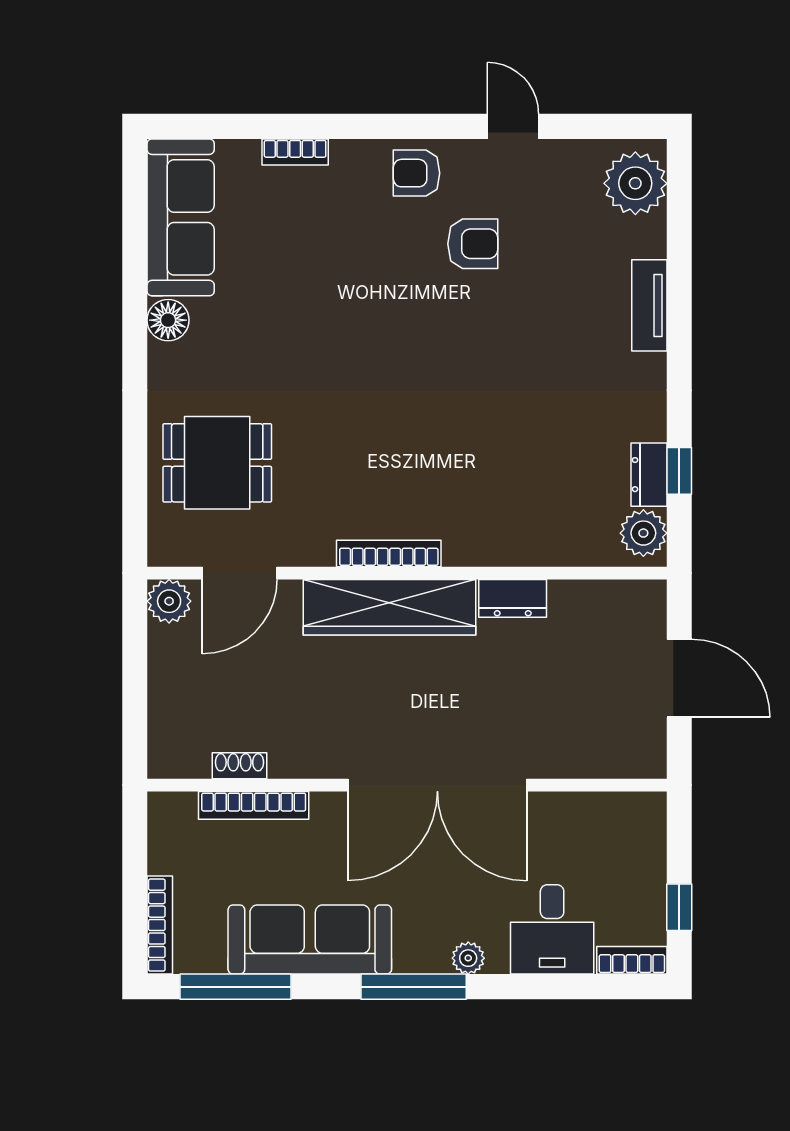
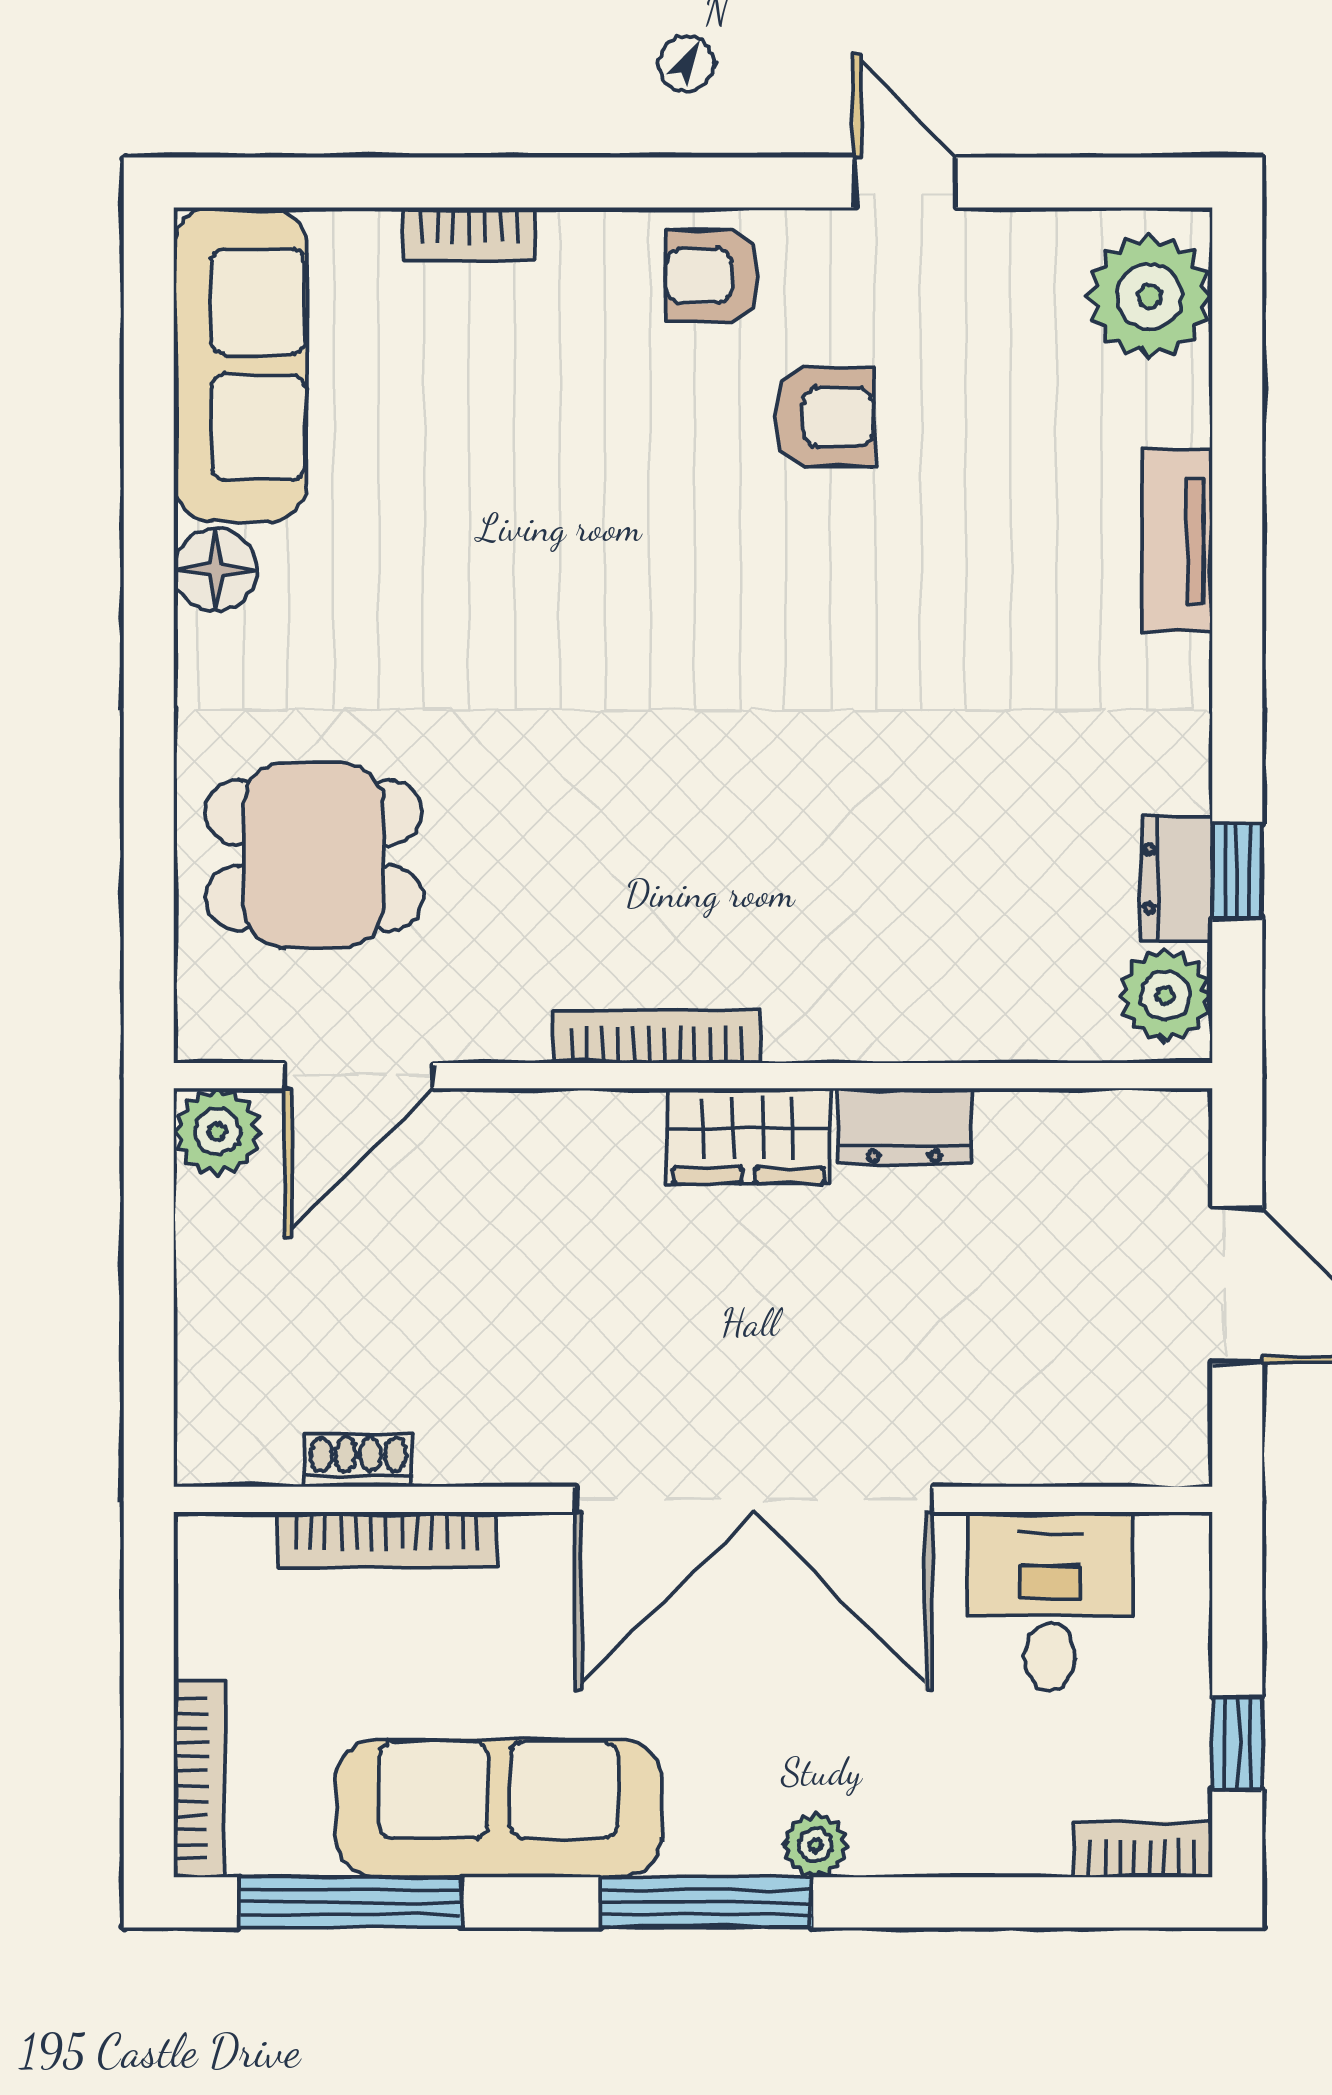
wardrobe: (390, 607) -> (748, 1136), width x0.48, depth x0.85
desk: (552, 929) -> (1050, 1601), moved, turned 180

